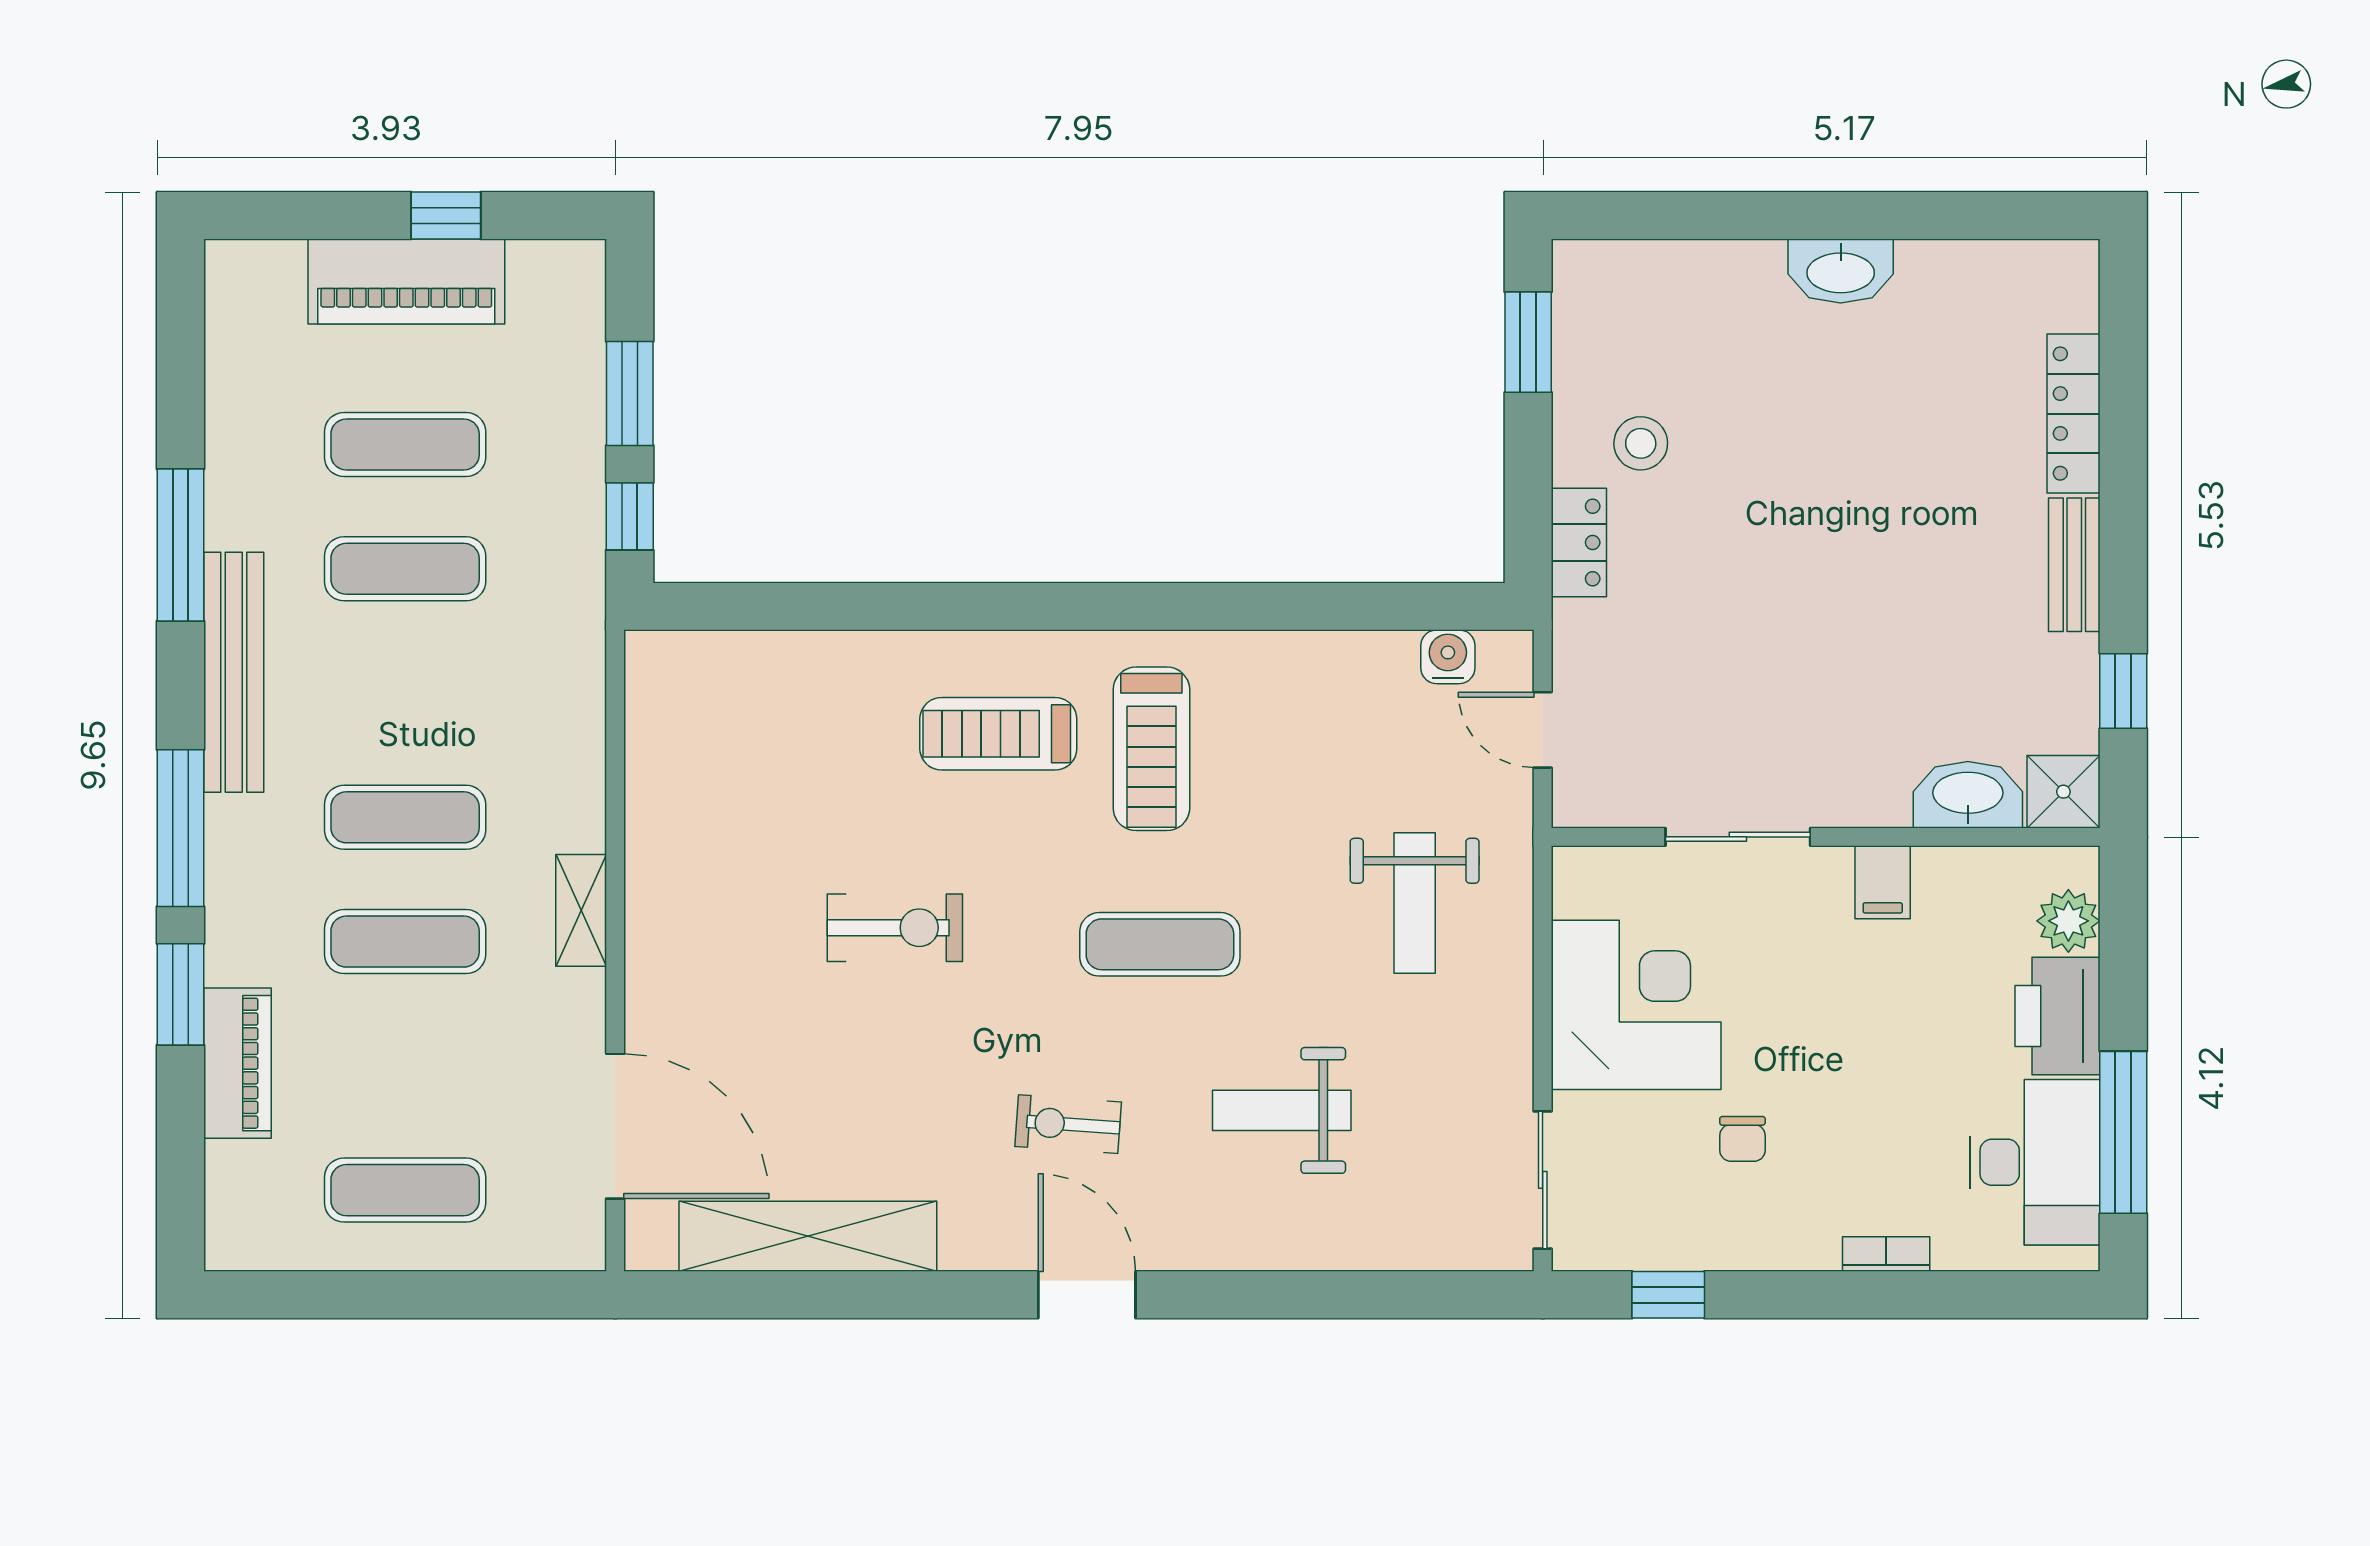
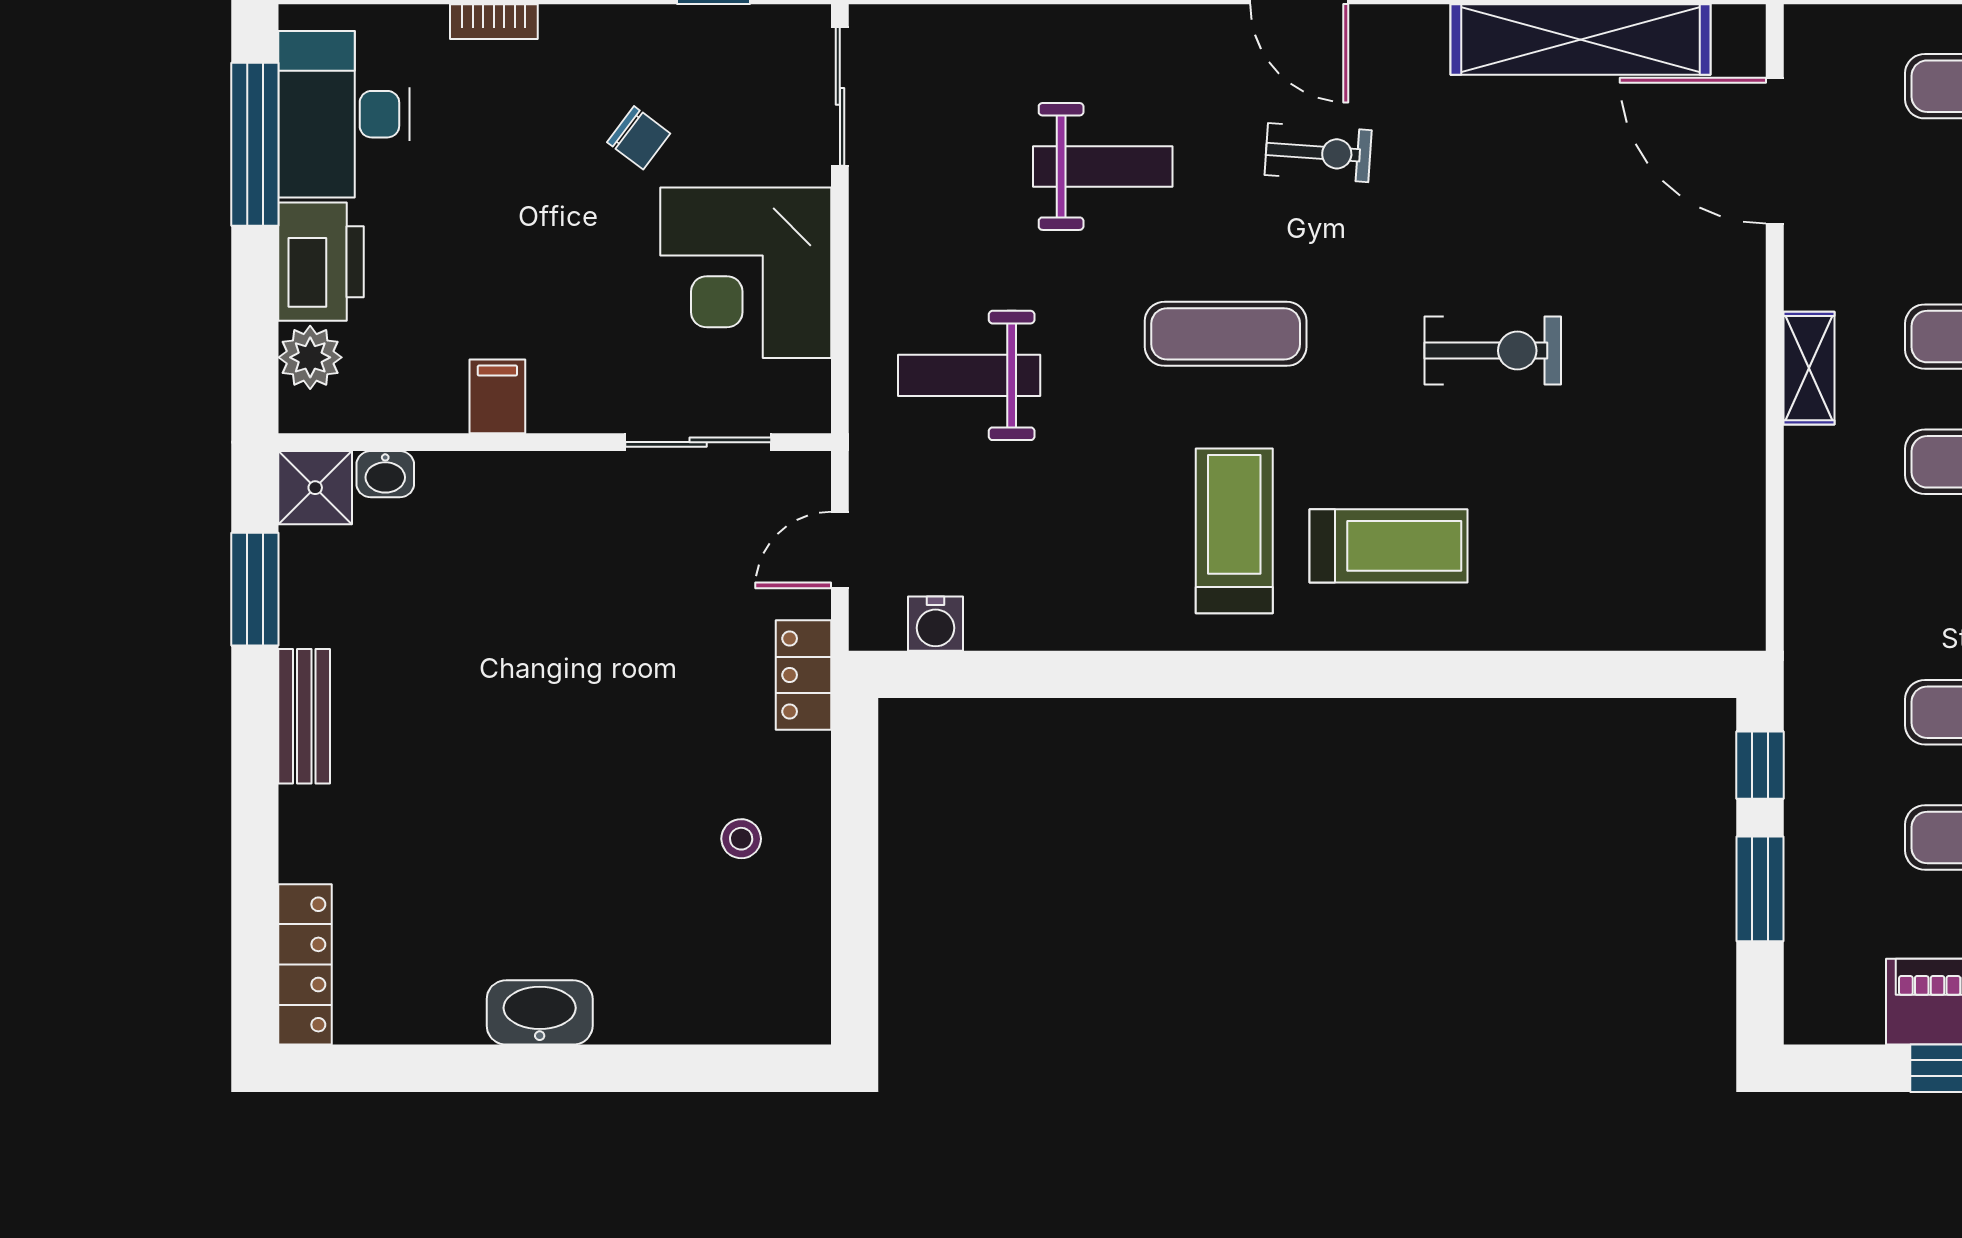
window: (1528, 342) -> (855, 941), removed
locker: (2073, 414) -> (305, 964), moved
stool: (1641, 443) -> (741, 839), width x0.73, depth x0.73
locker: (1579, 543) -> (803, 675), moved
window: (2123, 691) -> (255, 589), width x1.50
door: (1543, 730) -> (840, 550), swing flipped
washbasin: (1968, 795) -> (385, 474), width x0.52, depth x0.69
sliding door: (1738, 837) -> (698, 442), moved
weight bench: (1415, 903) -> (969, 375), turned -90
exercise bike: (895, 928) -> (1493, 351), turned 180
chair: (1742, 1139) -> (639, 138), turned 127

